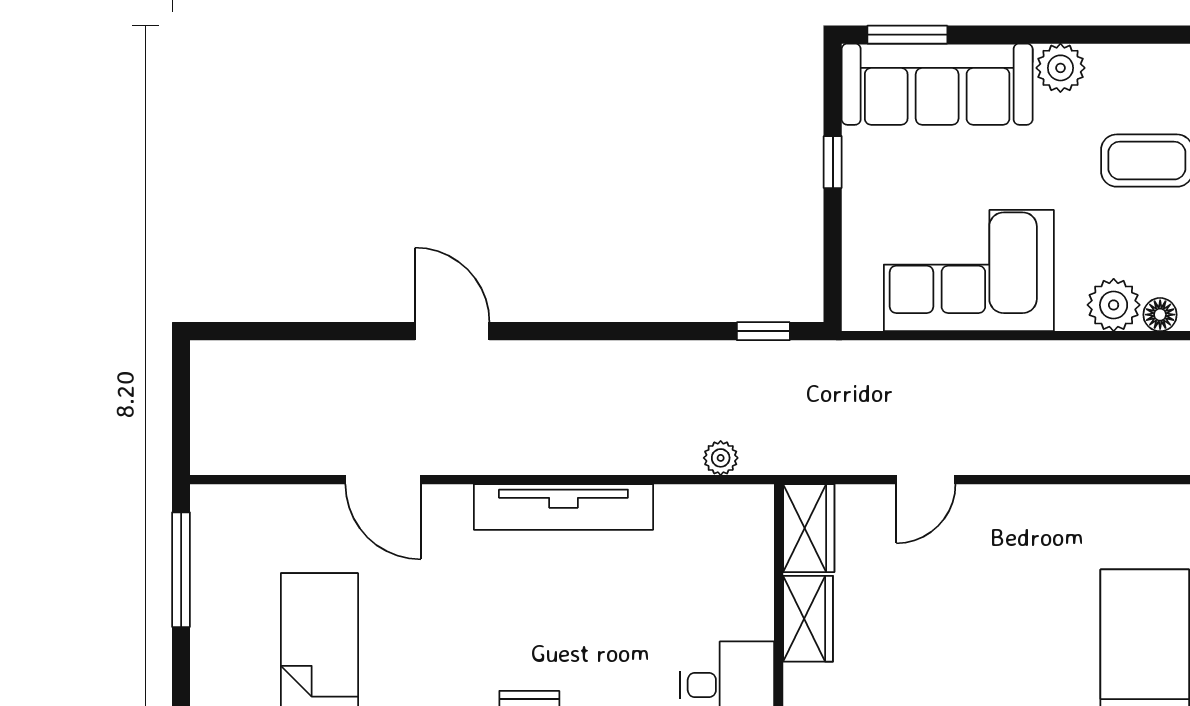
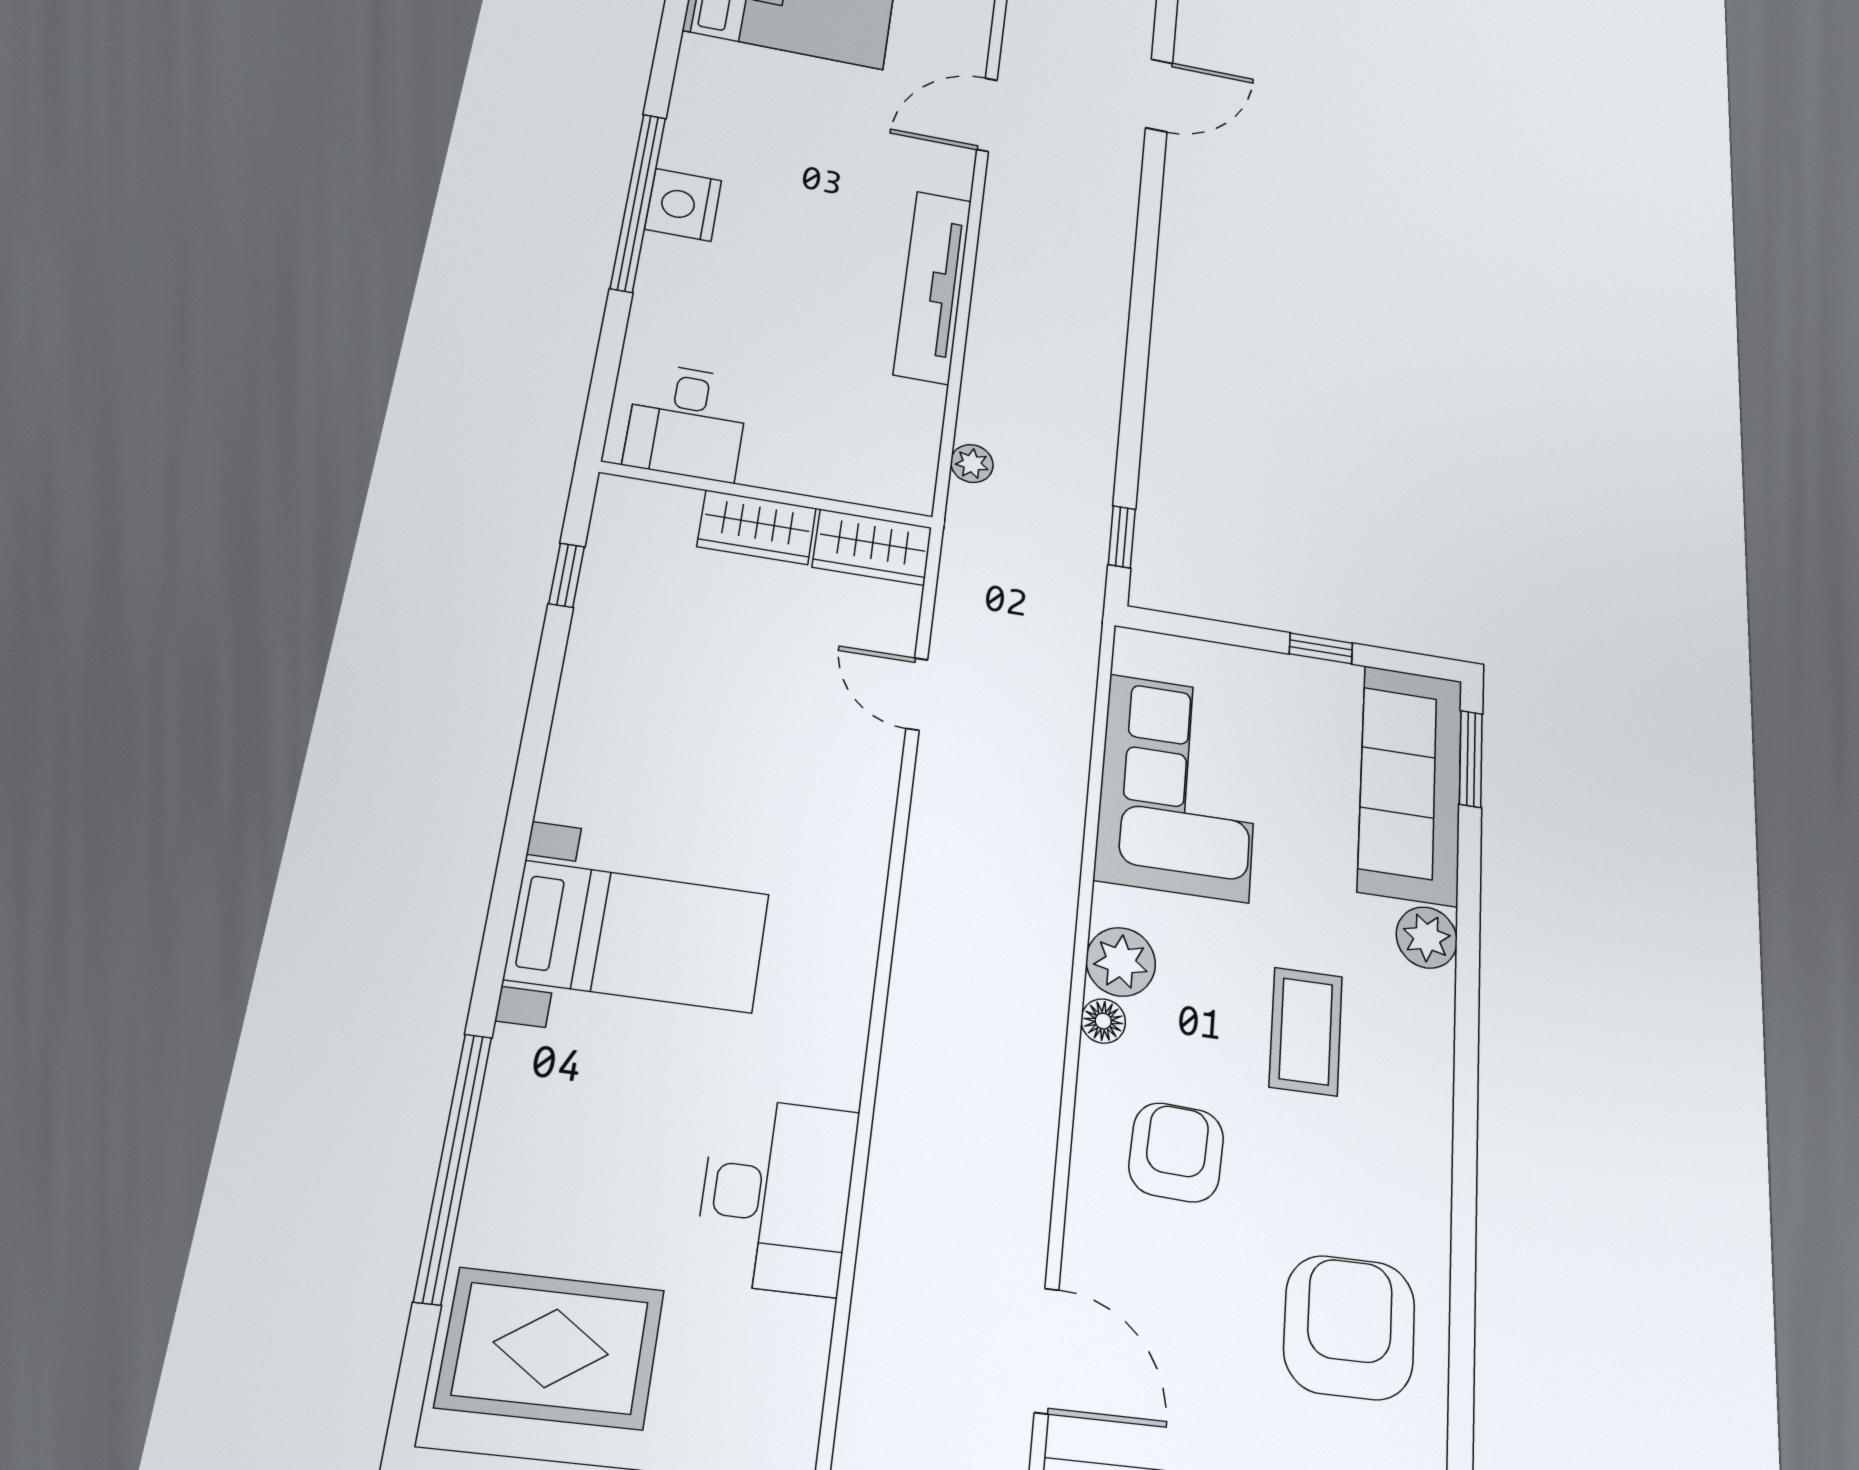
door: (452, 331) -> (1159, 95), moved

